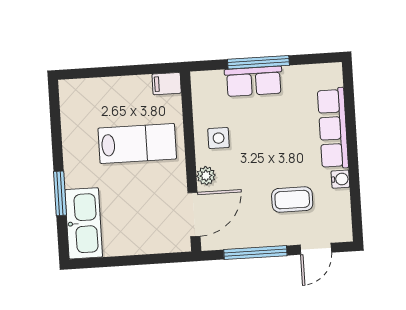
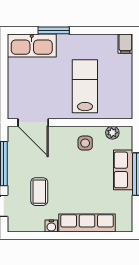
filing cabinet: (167, 84) -> (125, 44), moved, turned 180
lab bench: (137, 143) -> (85, 86), turned 180
plant: (206, 176) -> (112, 133), moved

